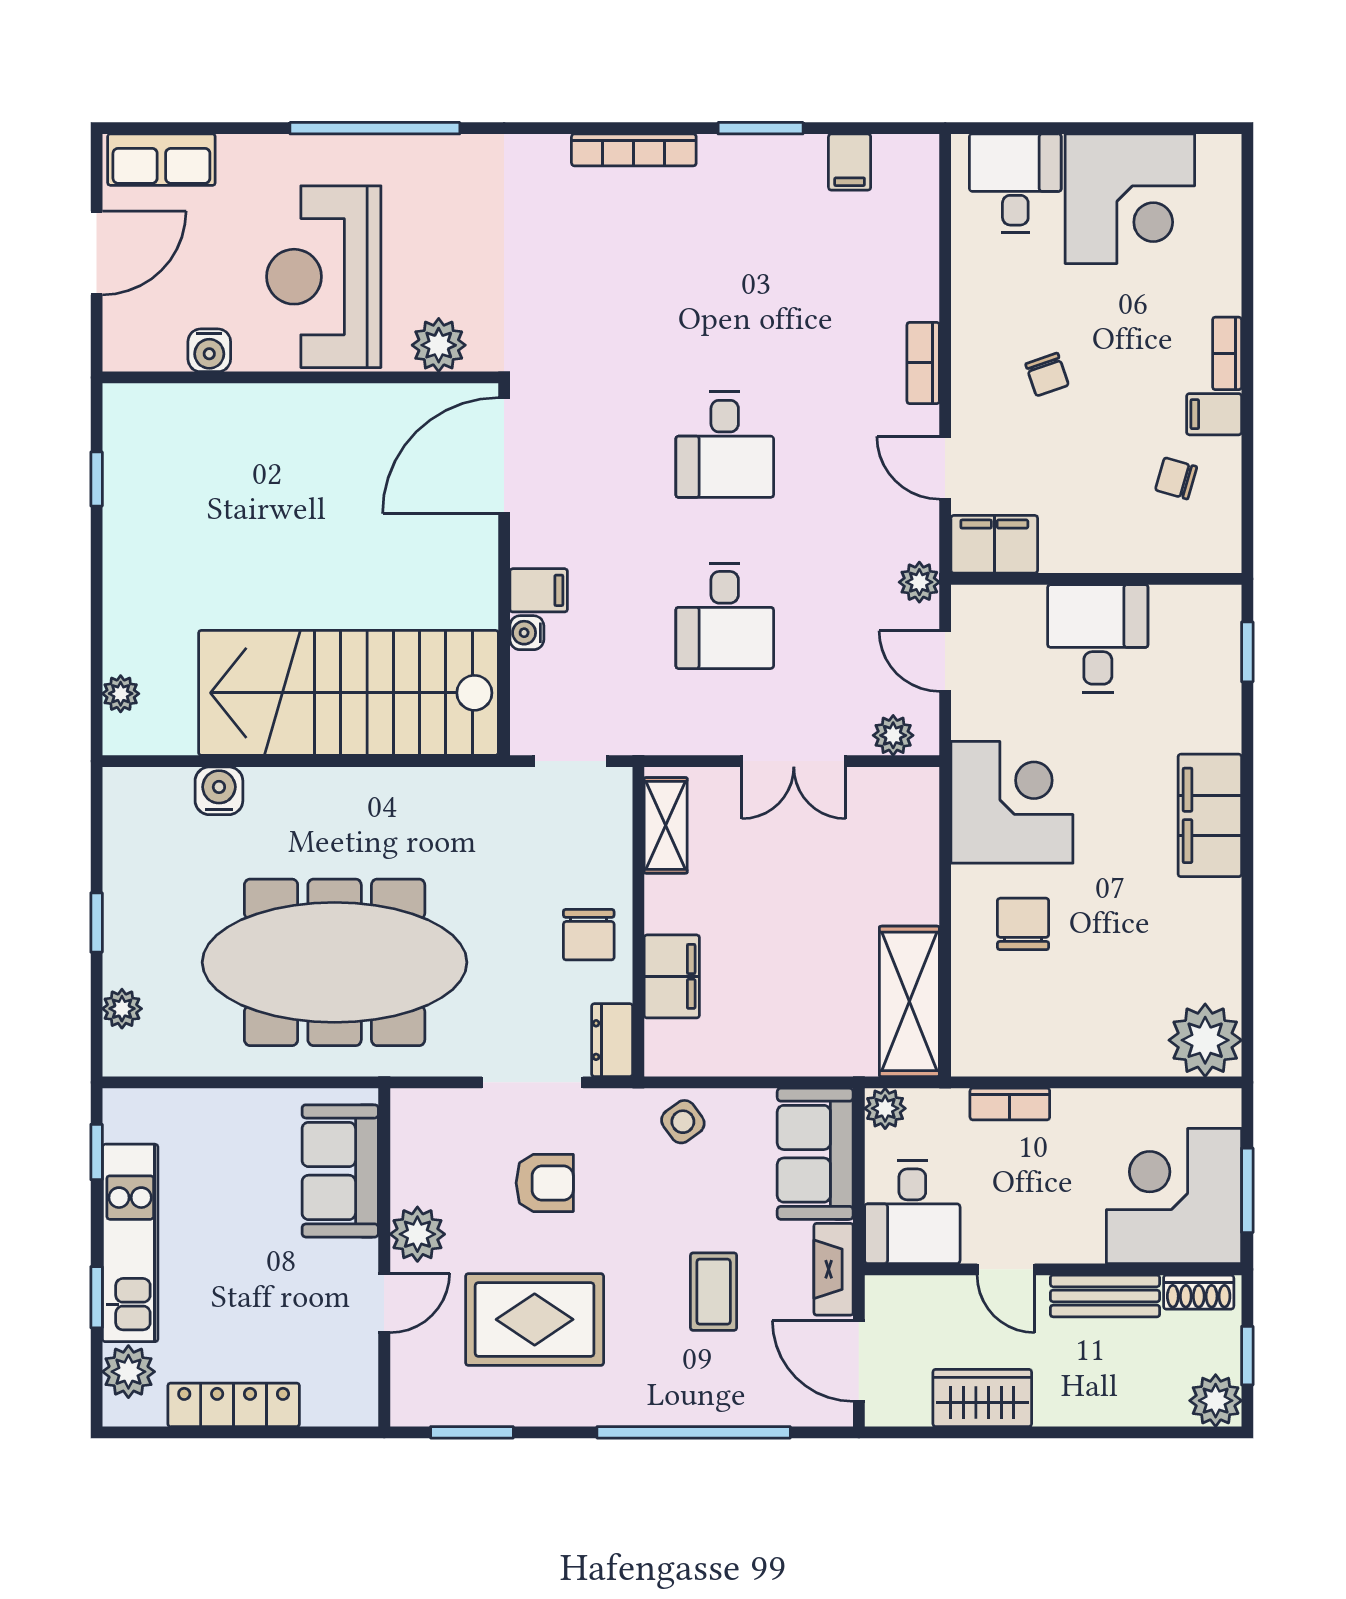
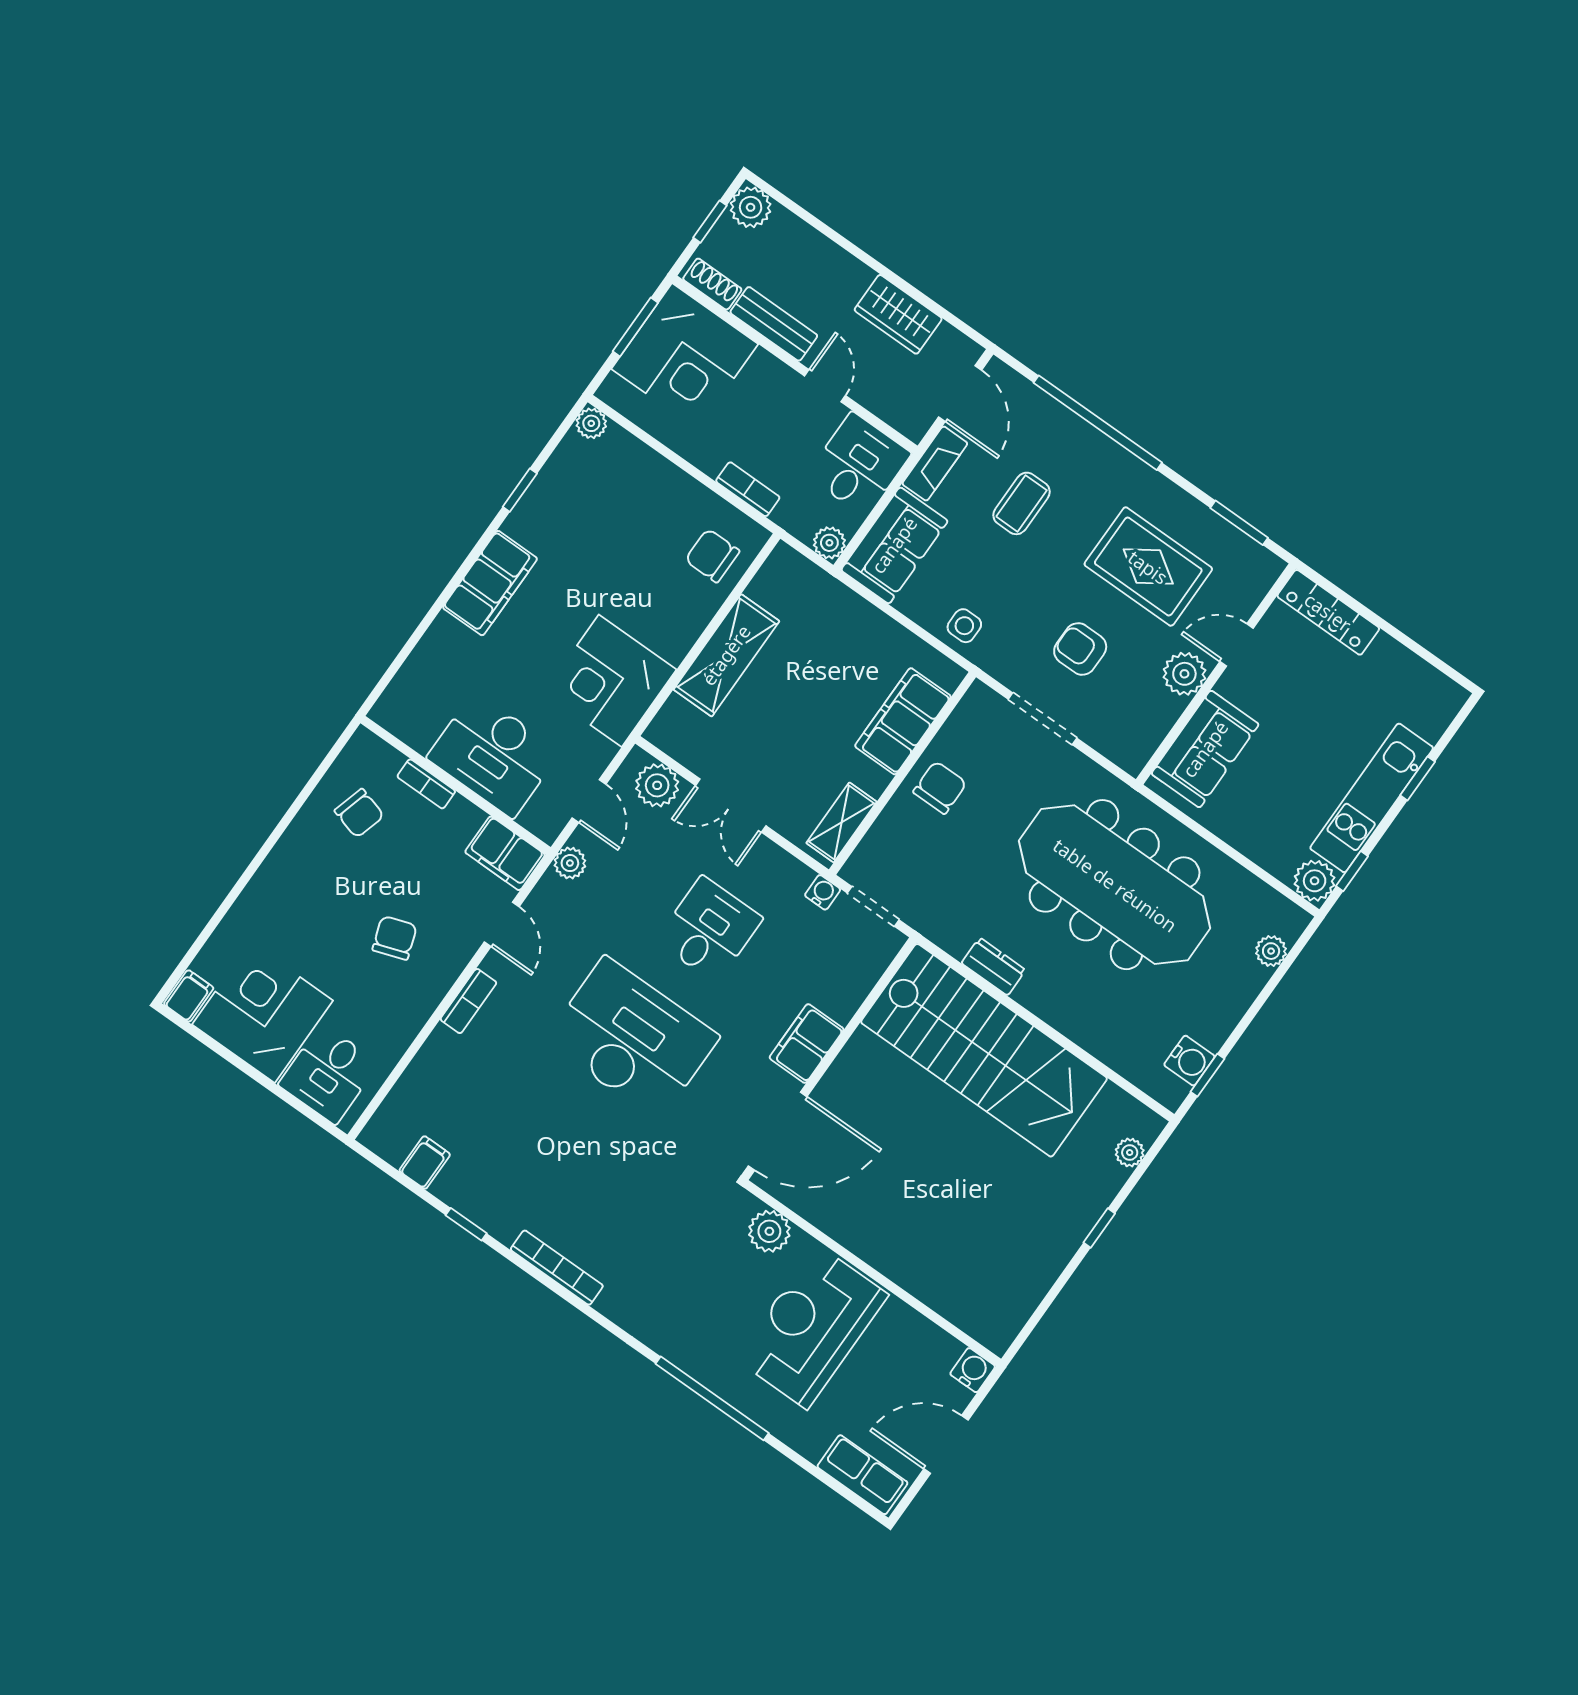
window: (761, 128) -> (466, 1224), width x0.67
reception desk: (324, 277) -> (812, 1327), turned 180
water cooler: (209, 350) -> (973, 1370), moved
bookcase: (1227, 353) -> (426, 784), moved, turned 90
chair: (1047, 374) -> (395, 938), width x1.37, depth x1.37
filing cabinet: (1214, 414) -> (189, 996), moved, turned -90
desk: (725, 445) -> (632, 1039), width x1.87, depth x1.30
chair: (1176, 478) -> (359, 813), width x1.37, depth x1.37
window: (97, 479) -> (1099, 1228), moved
filing cabinet: (539, 590) -> (807, 1043), width x2.00
water cooler: (527, 633) -> (823, 892), moved, turned -90
desk: (1098, 639) -> (494, 755), width x1.37
window: (1247, 652) -> (520, 490), moved
plant: (893, 735) -> (657, 785), width x1.38, depth x1.38
double door: (794, 761) -> (731, 806), swing flipped
water cooler: (219, 791) -> (1189, 1061), moved, turned -90
window: (97, 922) -> (1207, 1075), moved
chair: (1023, 924) -> (712, 556), moved, turned 90
filing cabinet: (672, 976) -> (903, 721), width x1.50, depth x1.17
shelving: (909, 1001) -> (726, 655), moved
dresser: (612, 1040) -> (994, 966), moved, turned -90
plant: (1205, 1040) -> (591, 423), width x0.53, depth x0.53
side table: (683, 1122) -> (964, 626), turned 36
plant: (128, 1372) -> (1315, 881), moved
locker: (234, 1405) -> (1328, 612), moved

